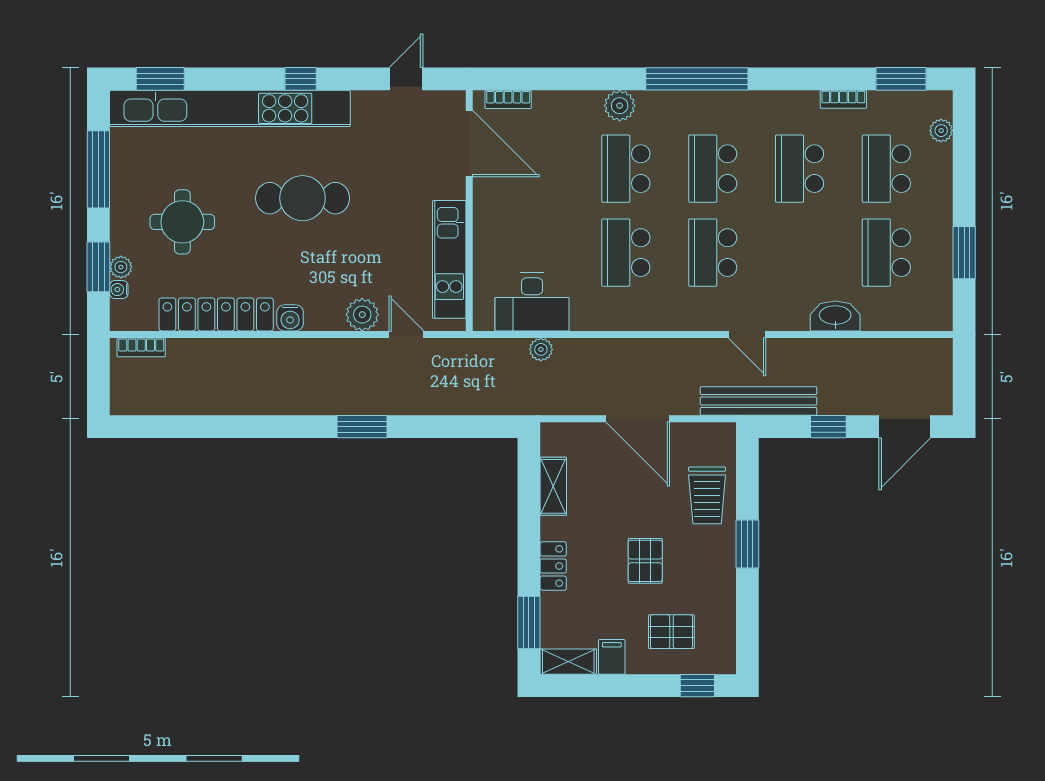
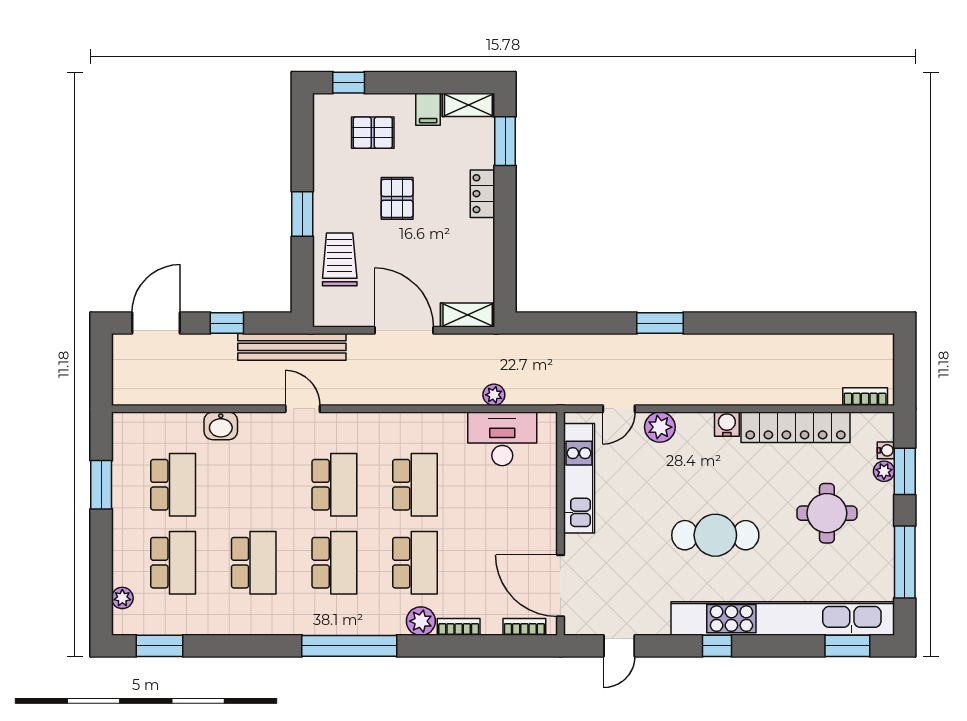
bookcase: (843, 99) -> (459, 627), moved
washbasin: (835, 316) -> (221, 426), width x0.72
door: (406, 334) -> (619, 409), hinge flipped
shelving: (553, 486) -> (468, 315), moved, turned 90

